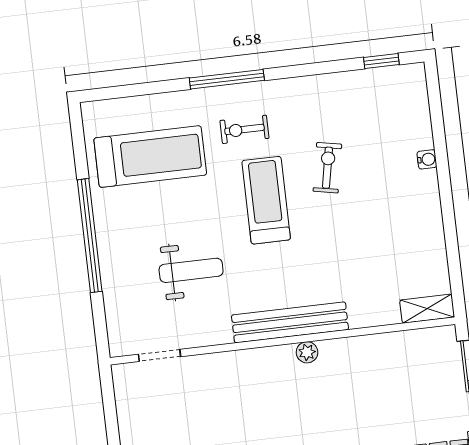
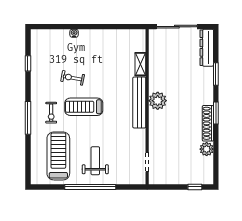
window: (381, 61) -> (28, 63), moved
weight bench: (191, 270) -> (95, 161), moved
shelving: (427, 309) -> (140, 64), moved
plant: (307, 352) -> (158, 101), width x1.88, depth x1.88

